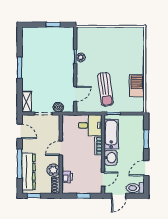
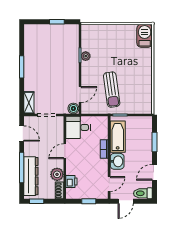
barbecue: (137, 86) -> (145, 36), moved
boiler: (58, 107) -> (73, 108), moved
desk: (90, 125) -> (78, 127), moved, turned 180

